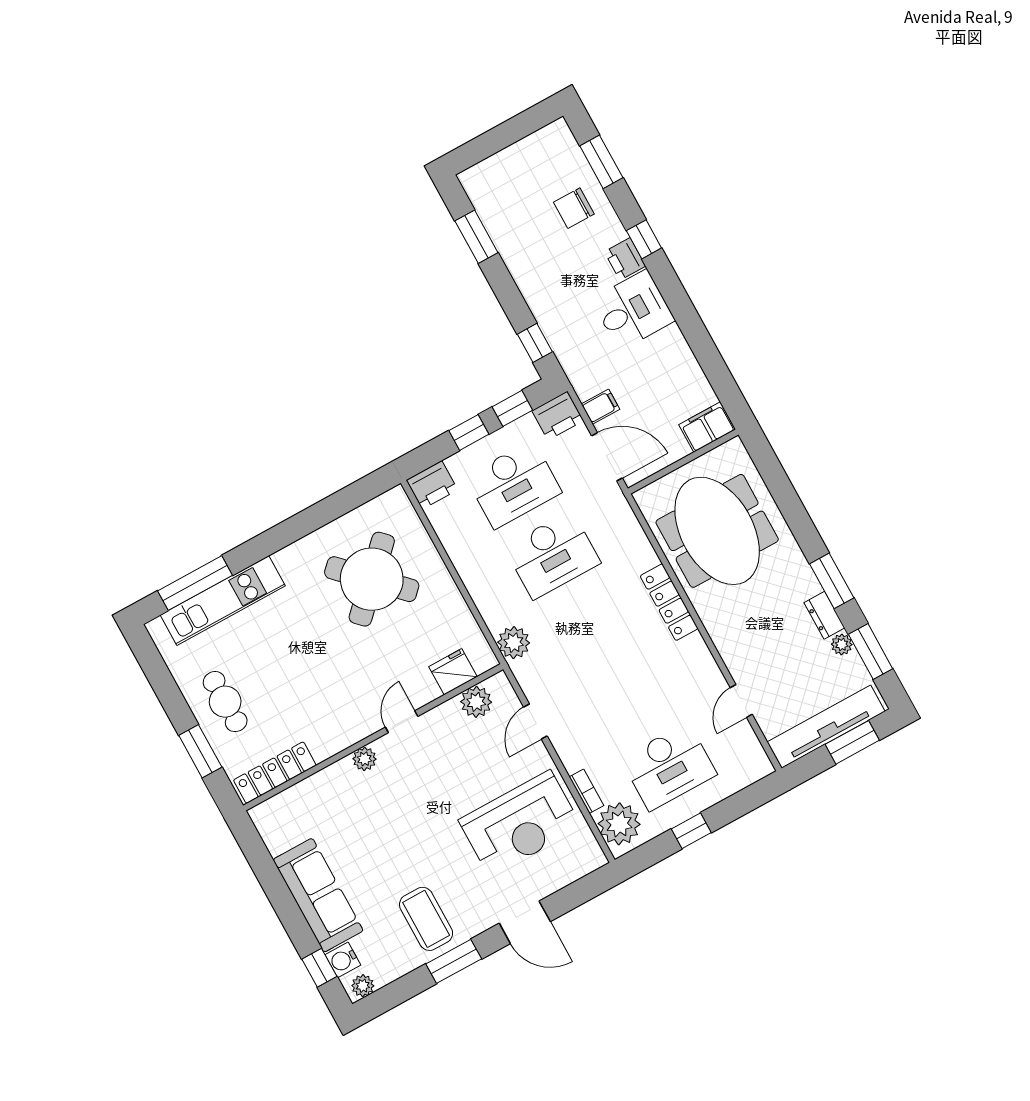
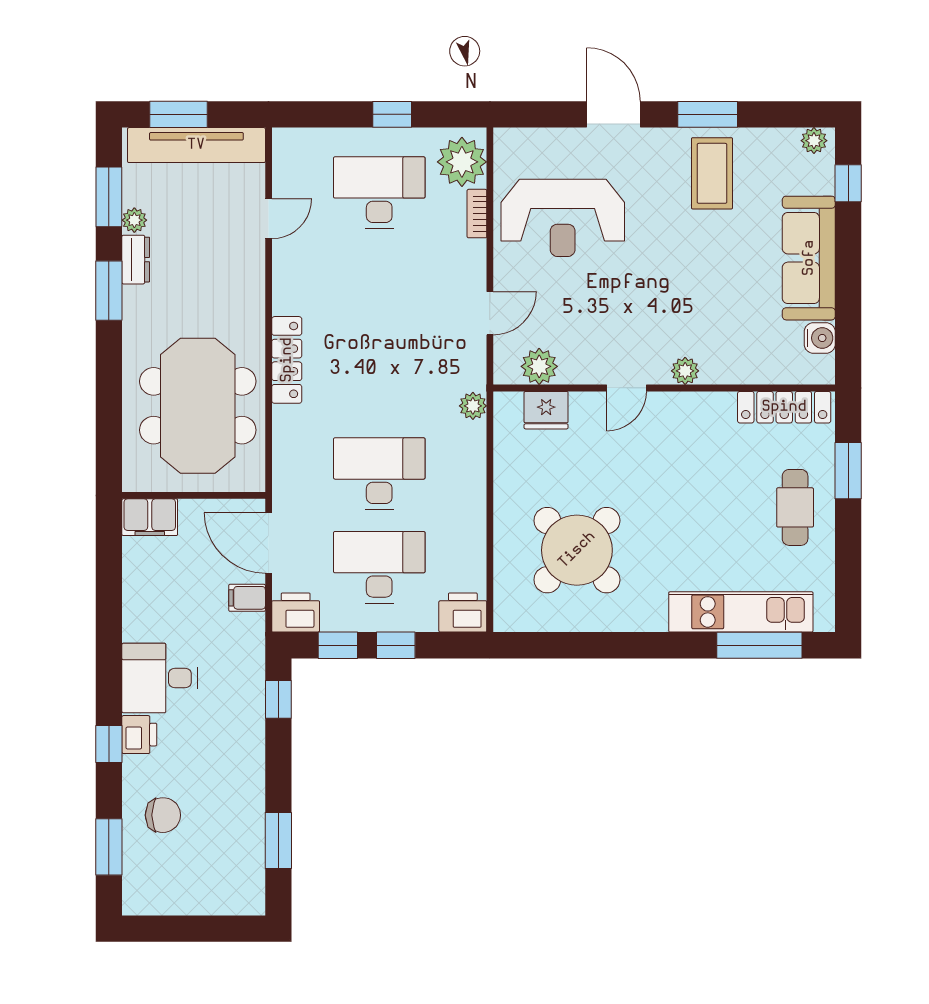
plant: (514, 643) -> (473, 406), width x0.73, depth x0.73
reception desk: (520, 823) -> (563, 218), turned 180
water cooler: (343, 960) -> (820, 338), moved

